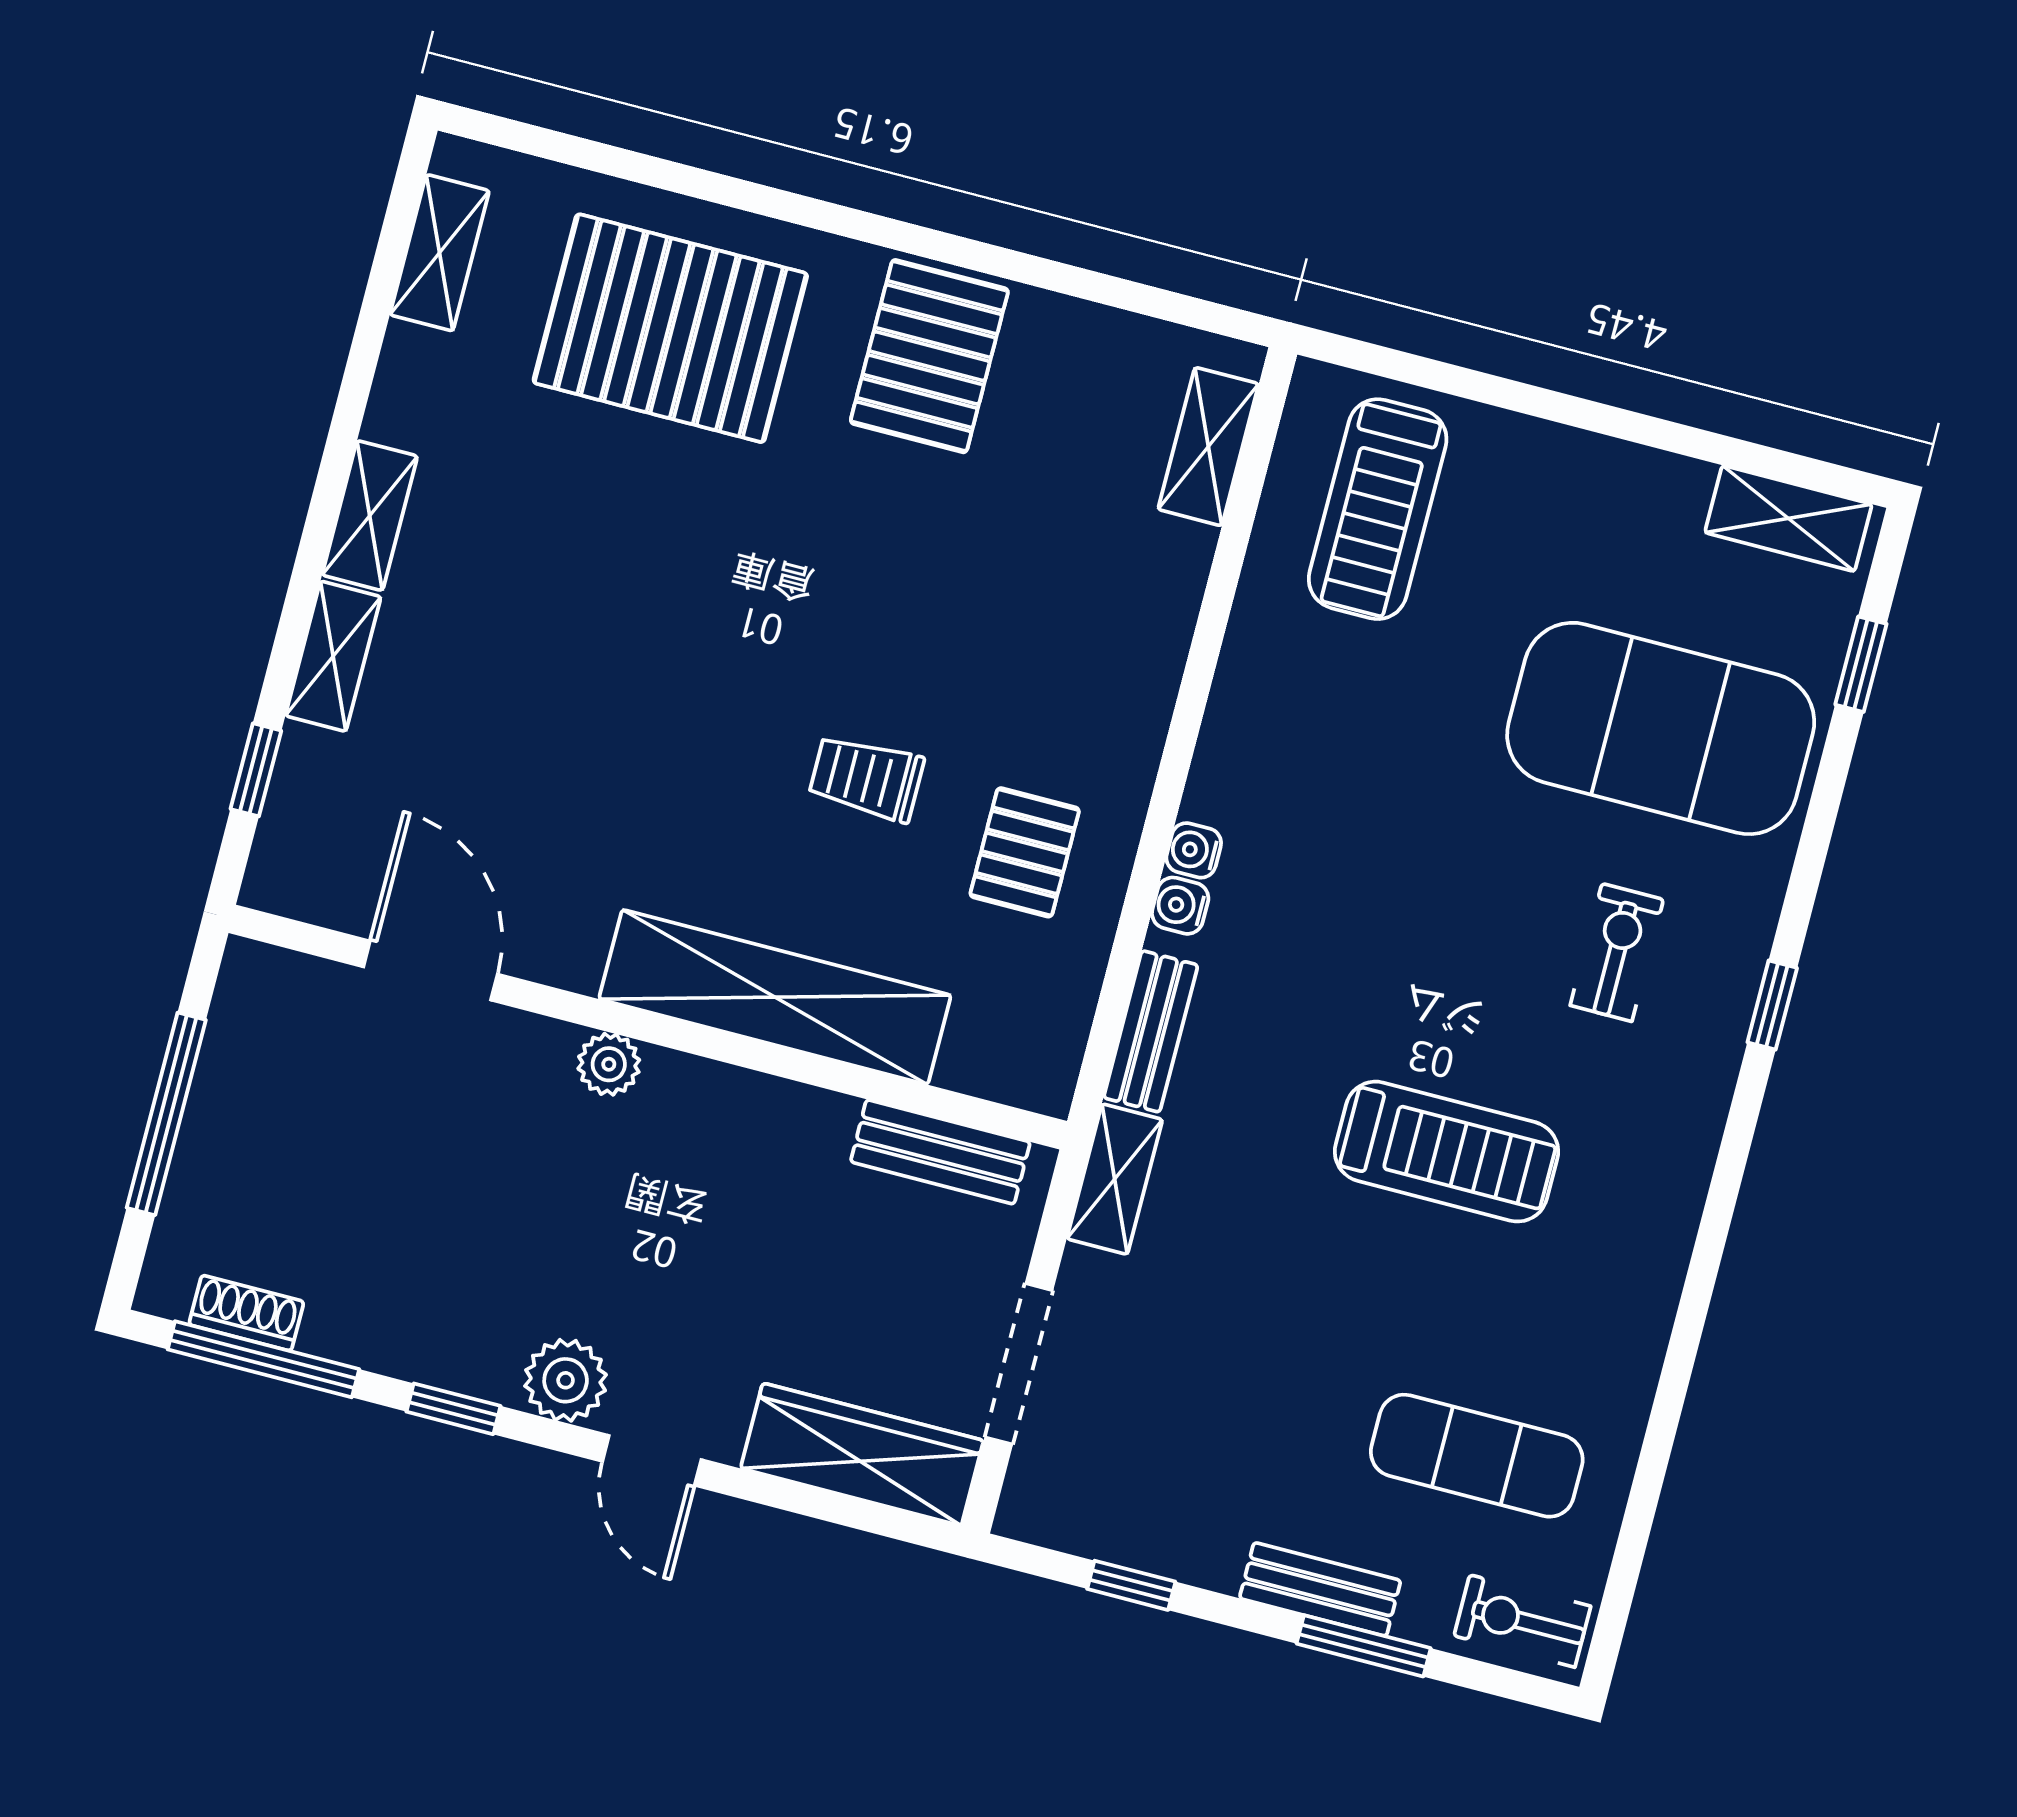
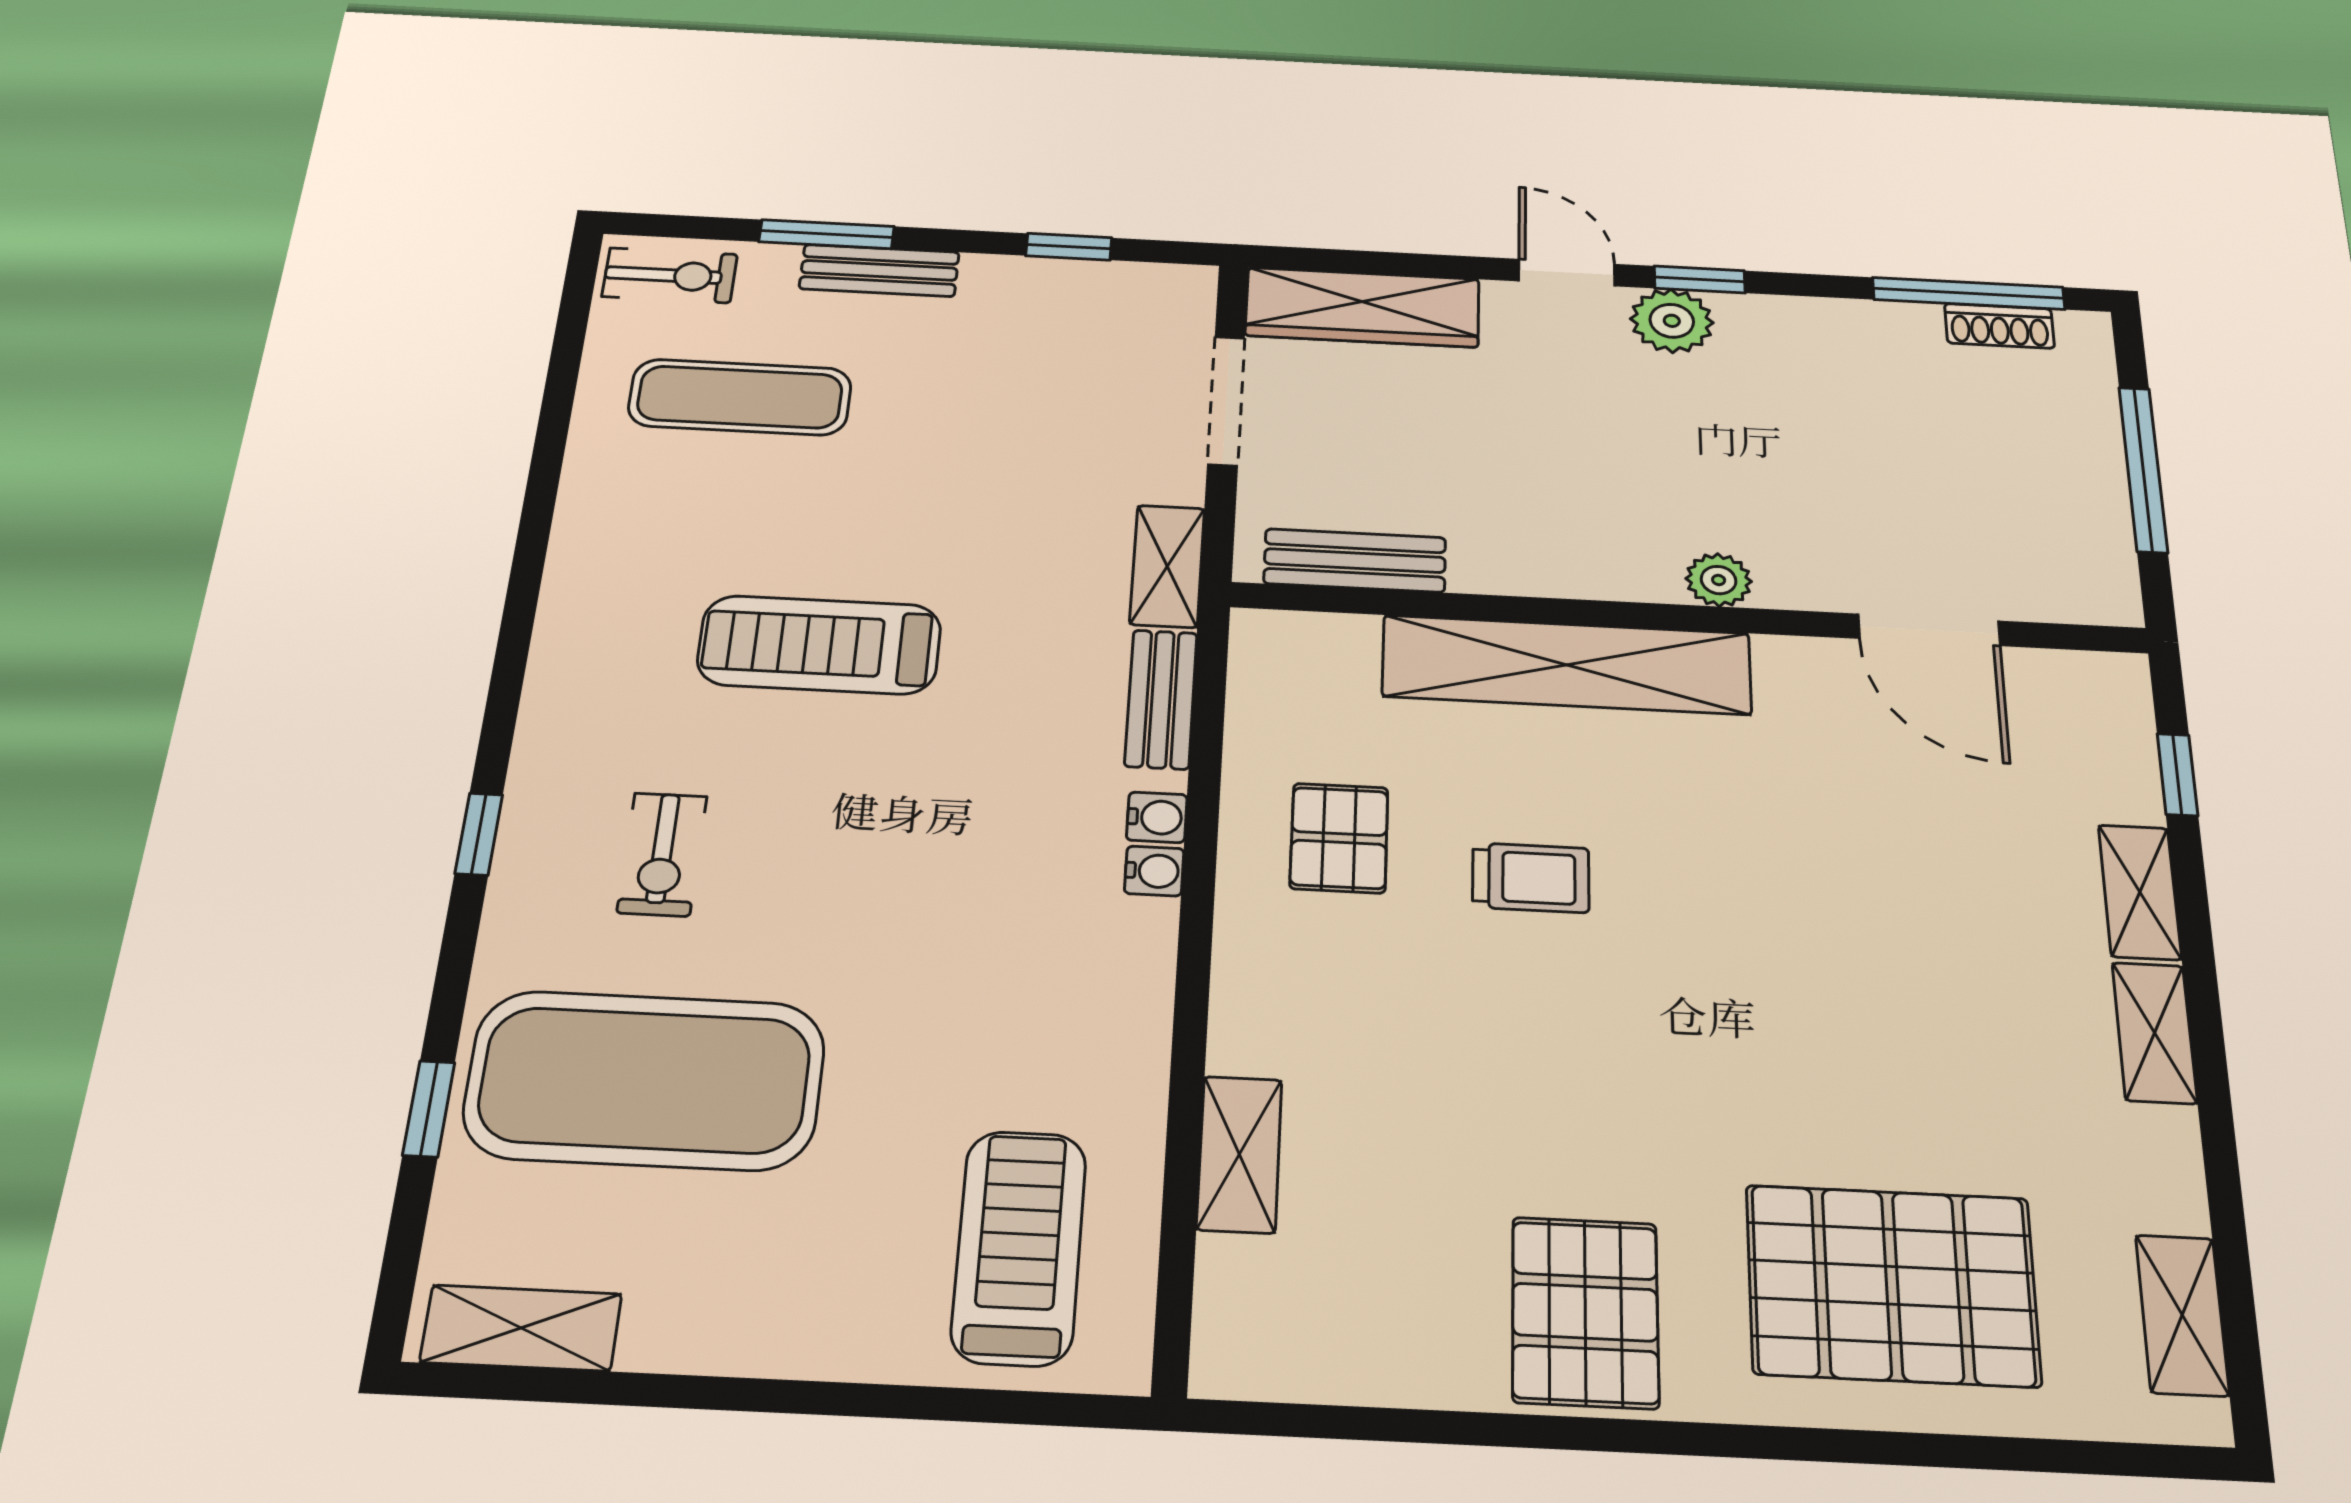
shelving: (1208, 447) -> (1239, 1154), moved
window: (1861, 664) -> (429, 1109), moved
window: (454, 1409) -> (1700, 279), moved

